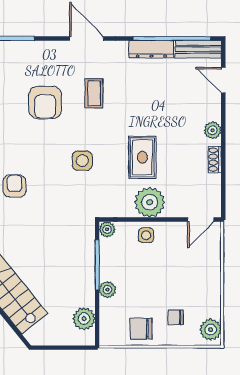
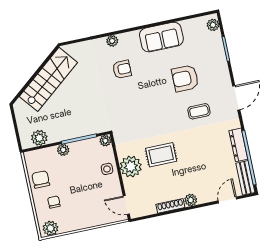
shoe rack: (215, 160) -> (170, 206), width x1.43
side table: (82, 161) -> (150, 113), removed

